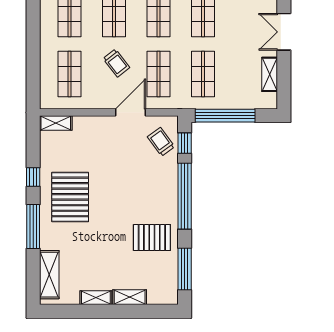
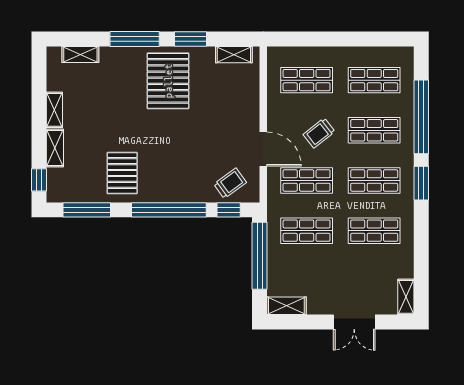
double door: (284, 32) -> (354, 322), swing flipped
shelving: (270, 74) -> (286, 306), moved
shelving: (56, 123) -> (234, 55), moved, turned 90
window: (33, 177) -> (191, 39), width x1.50
pallet: (70, 197) -> (168, 81), turned 90
shelving: (49, 275) -> (80, 55), width x0.67, depth x0.75
window: (158, 311) -> (39, 180), added

